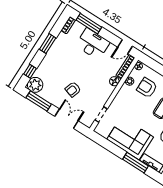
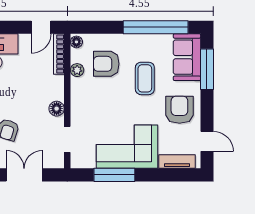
floor lamp: (114, 81) -> (57, 109), moved
window: (135, 163) -> (114, 175), moved

